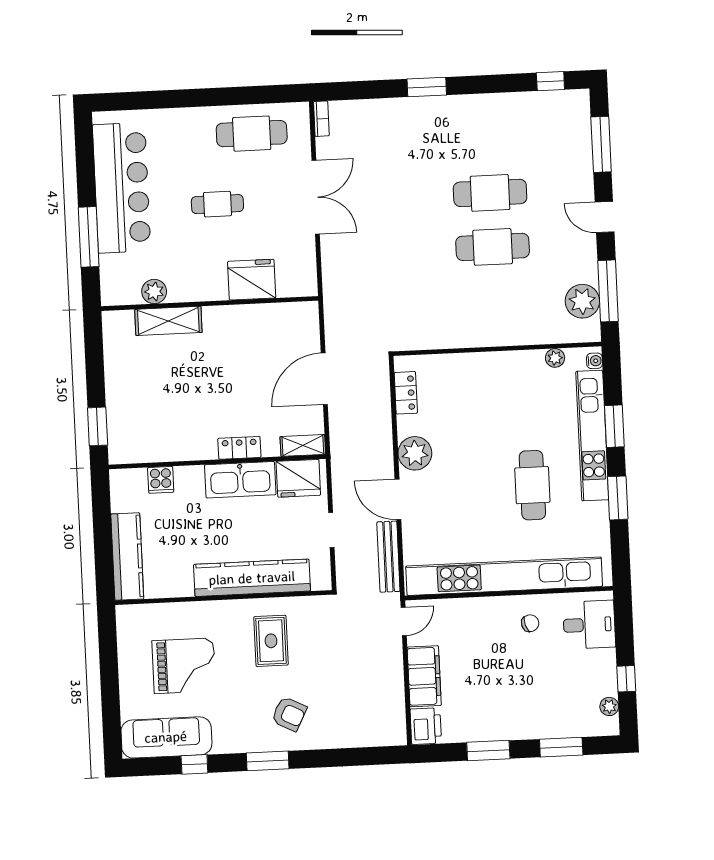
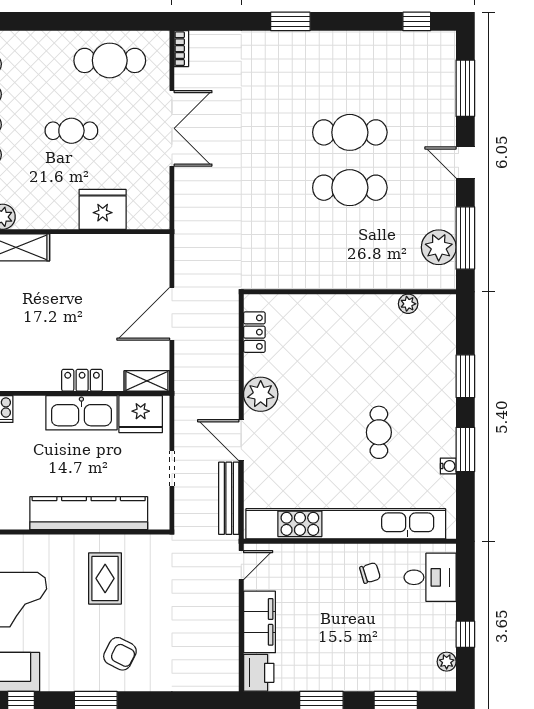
water cooler: (594, 361) -> (448, 466), moved
kitchen unit: (592, 436) -> (442, 385), removed
cafe table: (532, 485) -> (379, 432), width x0.73, depth x0.74

